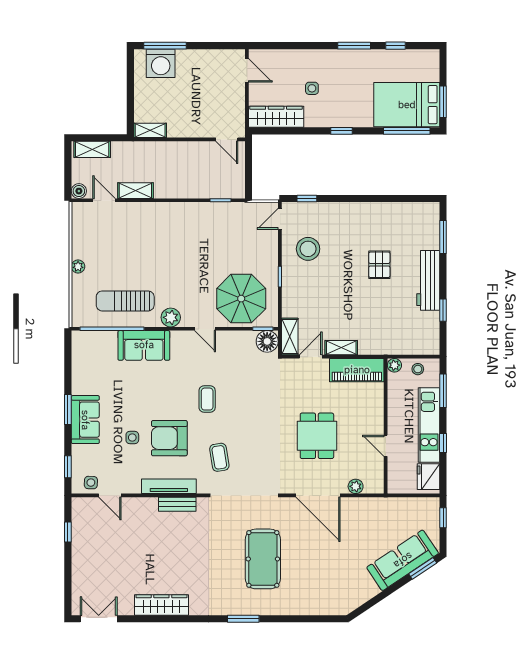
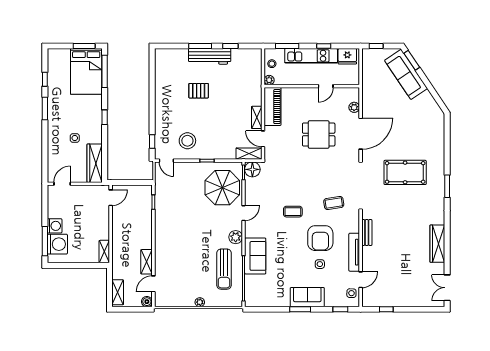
washing machine: (187, 60) -> (55, 226), added
window: (443, 237) -> (200, 46), moved
tv unit: (169, 486) -> (354, 252), moved

